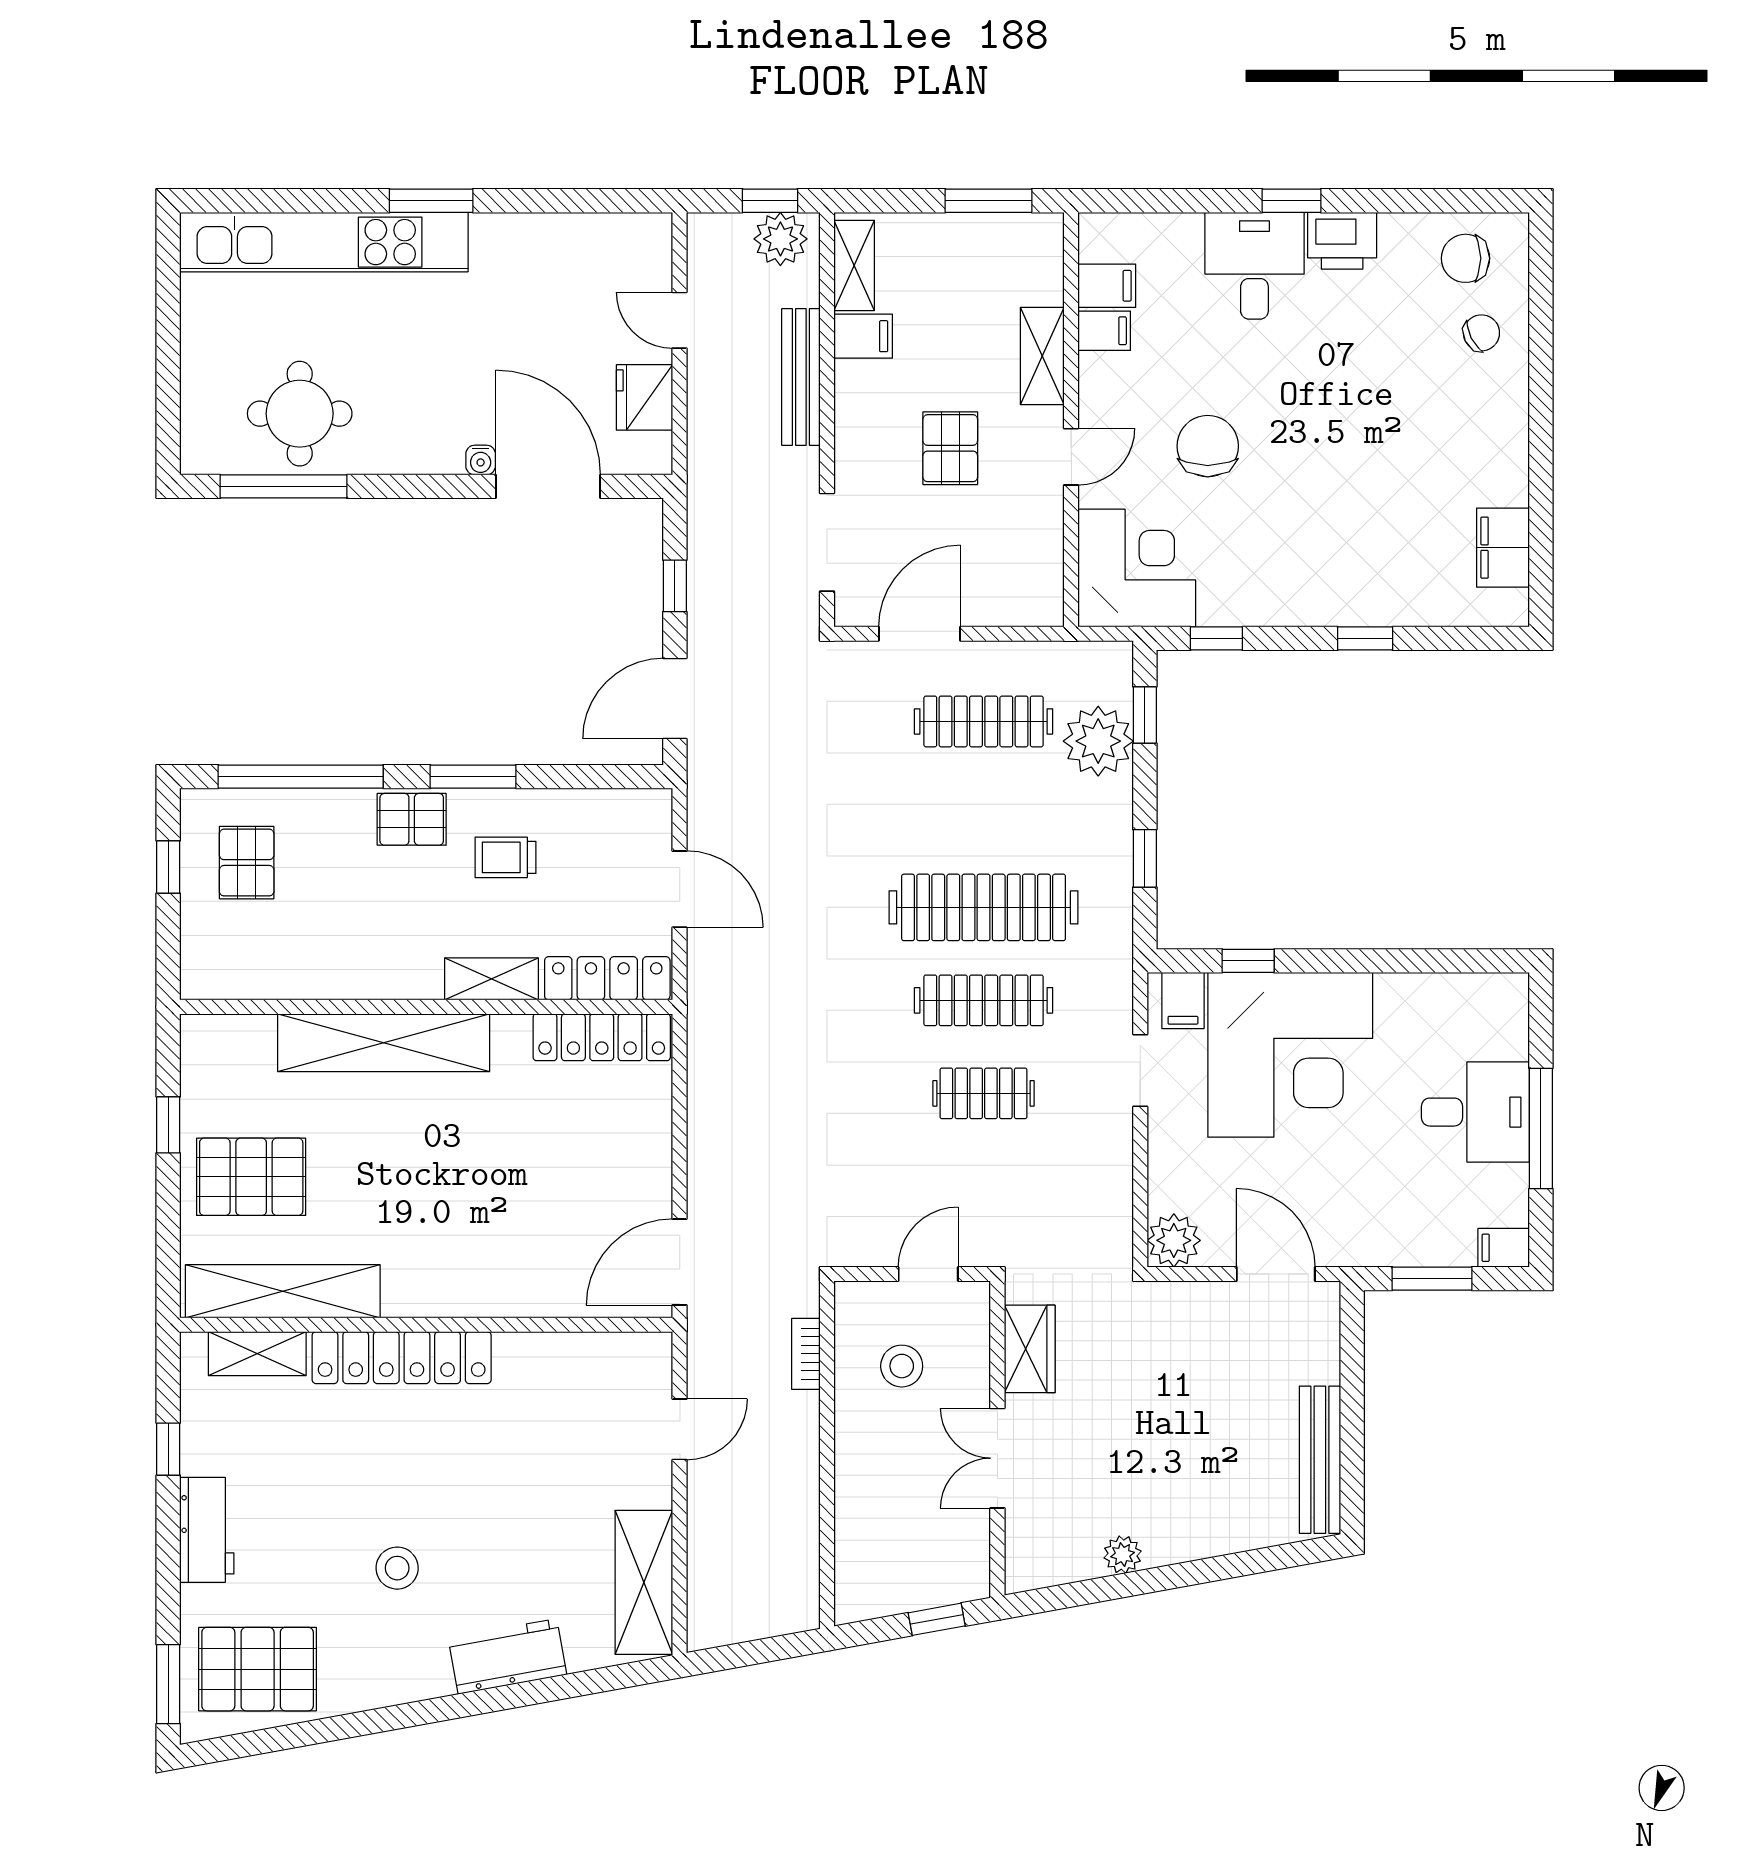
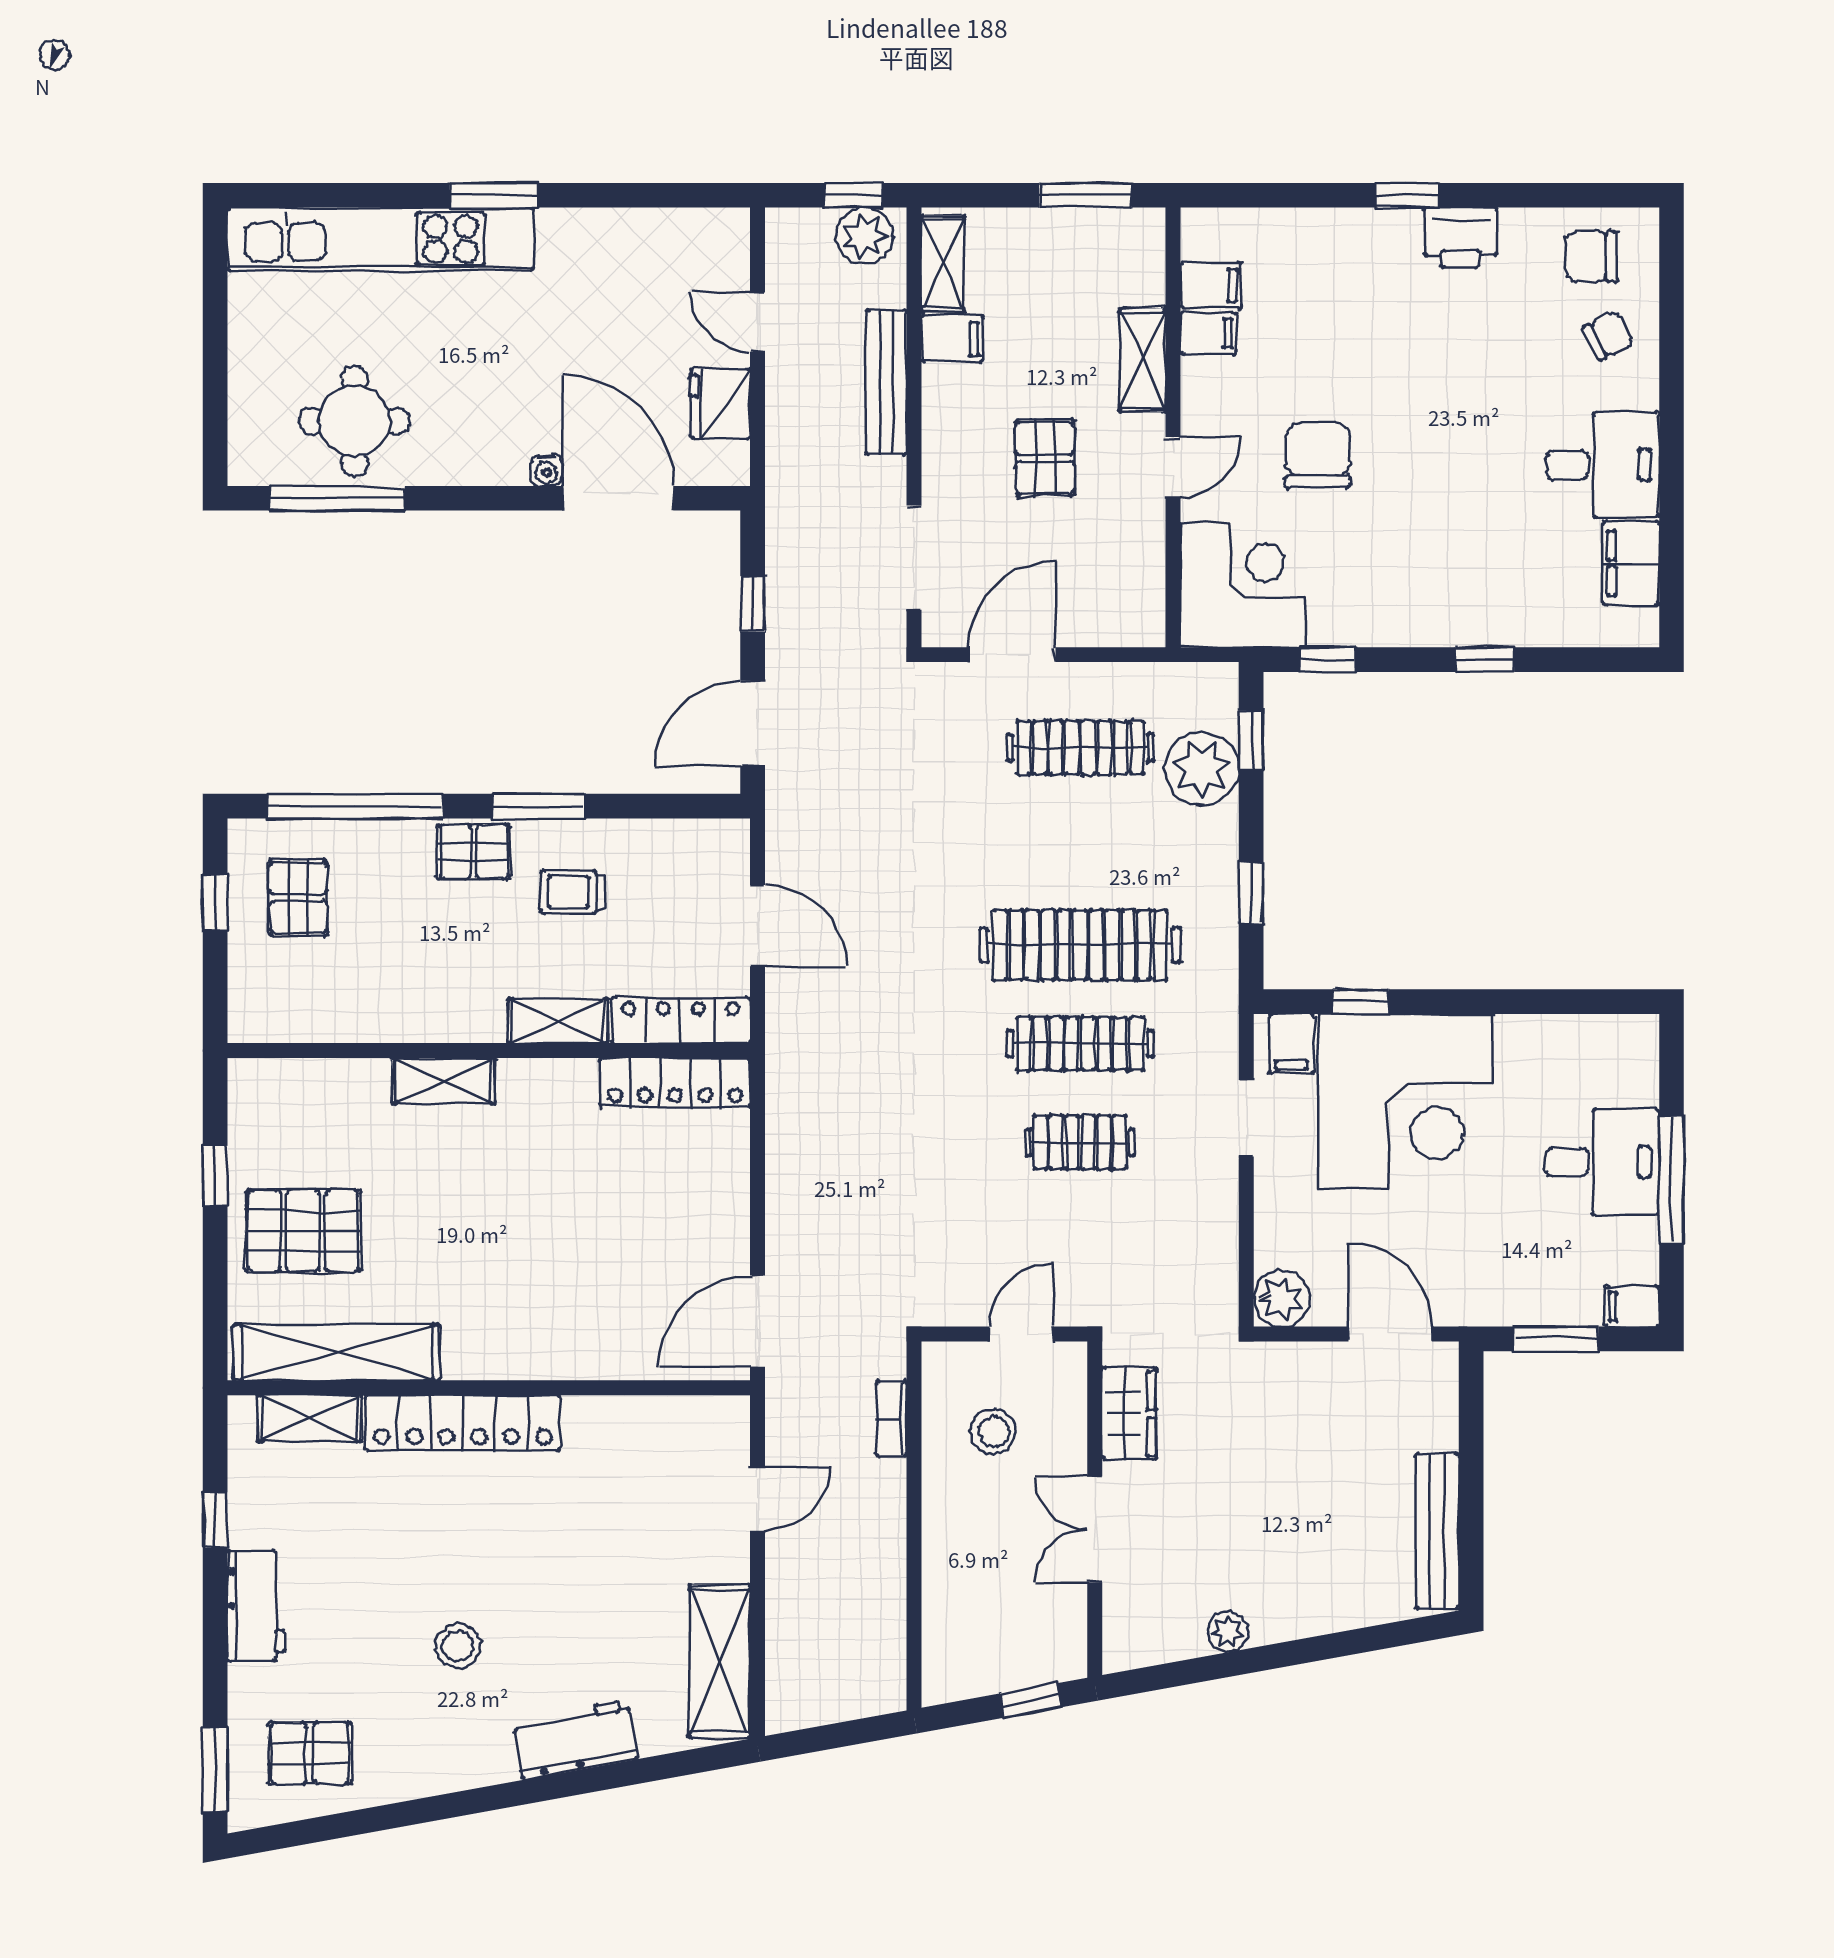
desk: (1254, 266) -> (1603, 465), moved, turned 90
shelving: (384, 1043) -> (444, 1081), width x0.45, depth x0.75
pallet: (258, 1669) -> (310, 1753), width x0.67, depth x0.71

